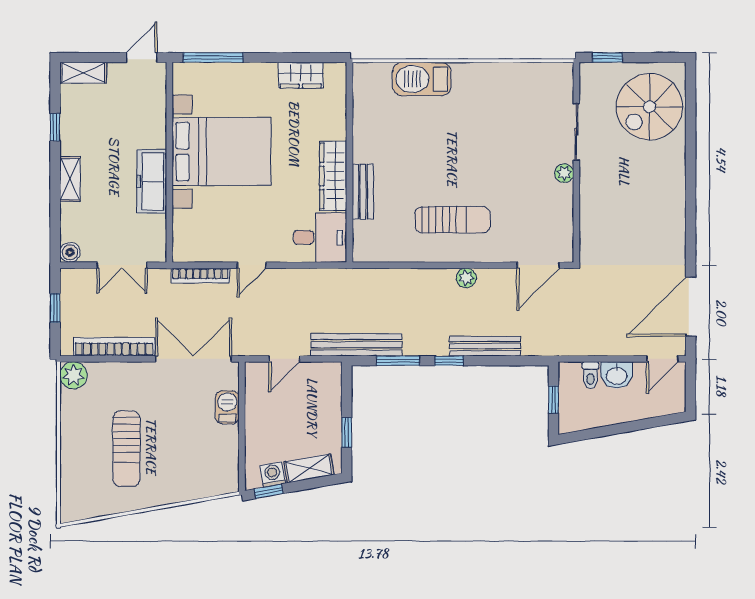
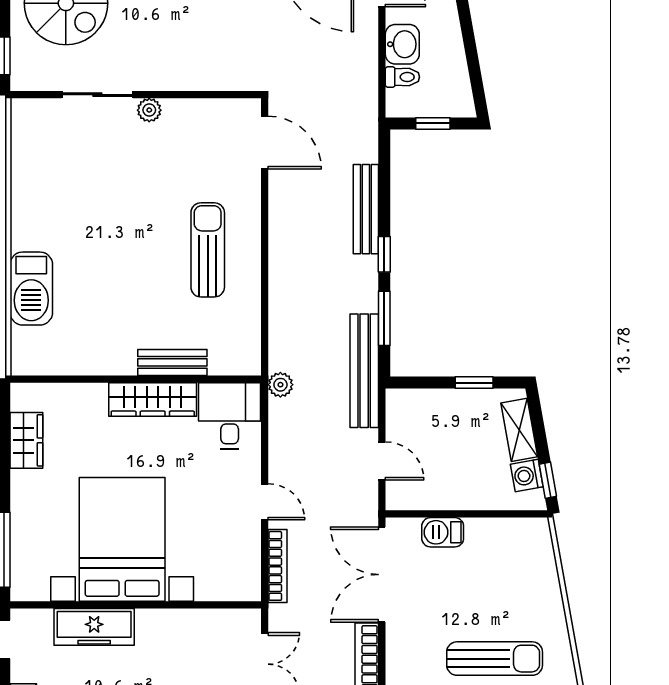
freezer: (152, 181) -> (94, 627), moved
plant: (466, 278) -> (280, 385), moved

